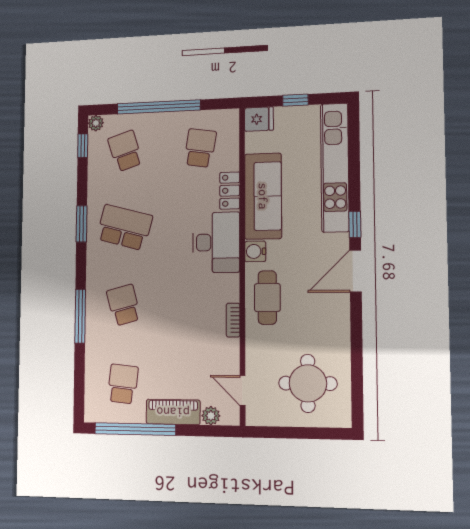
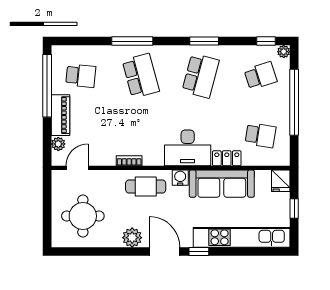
school desk: (124, 305) -> (141, 76), width x1.85
plant: (337, 316) -> (132, 238), added

